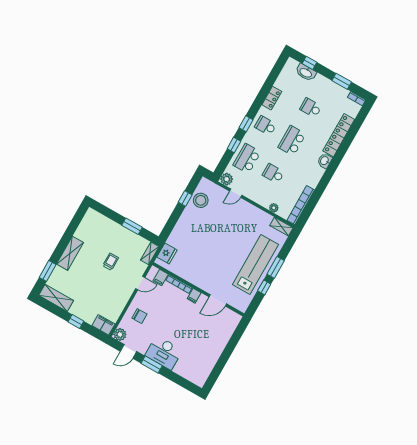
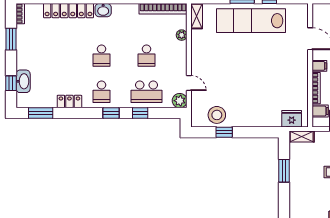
window: (275, 72) -> (41, 113), added
school desk: (311, 108) -> (57, 56), removed
school desk: (292, 141) -> (102, 56), width x0.54

